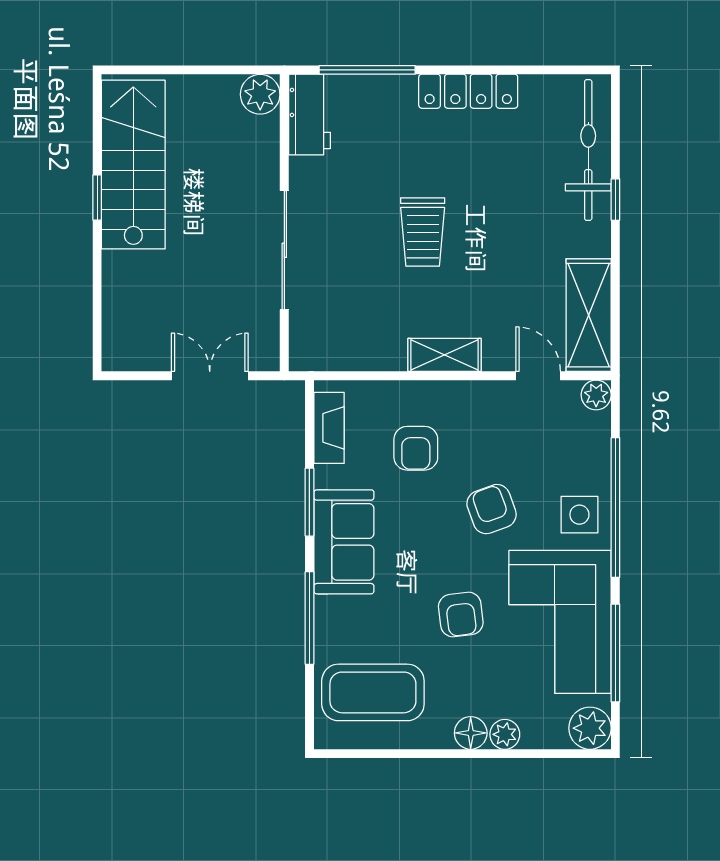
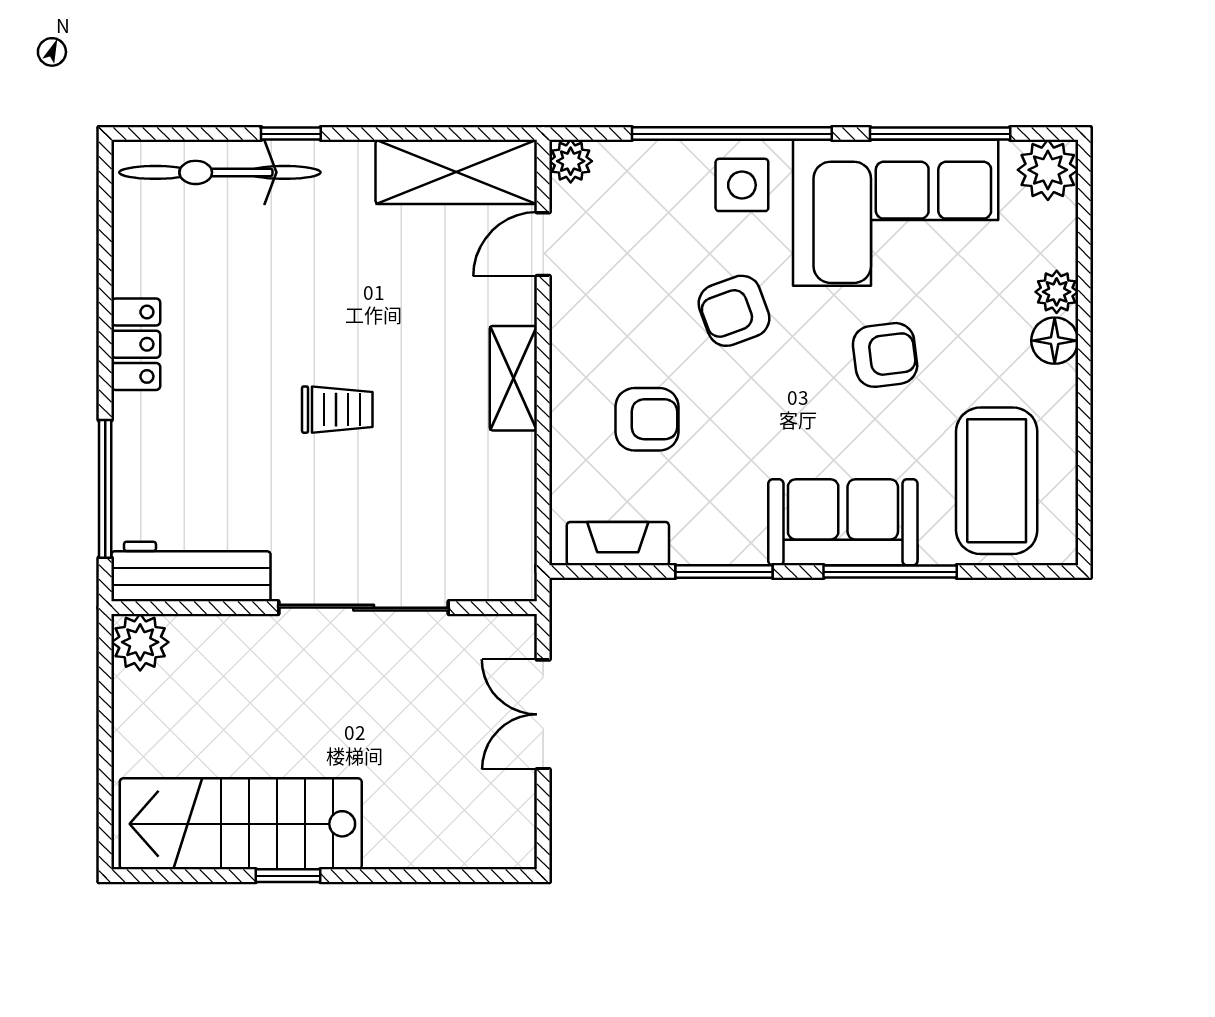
locker: (468, 91) -> (136, 344), width x0.66
workbench: (309, 115) -> (191, 572), width x1.38
trolley: (423, 232) -> (337, 410), width x0.73, depth x0.72
sofa: (344, 542) -> (843, 522), moved

